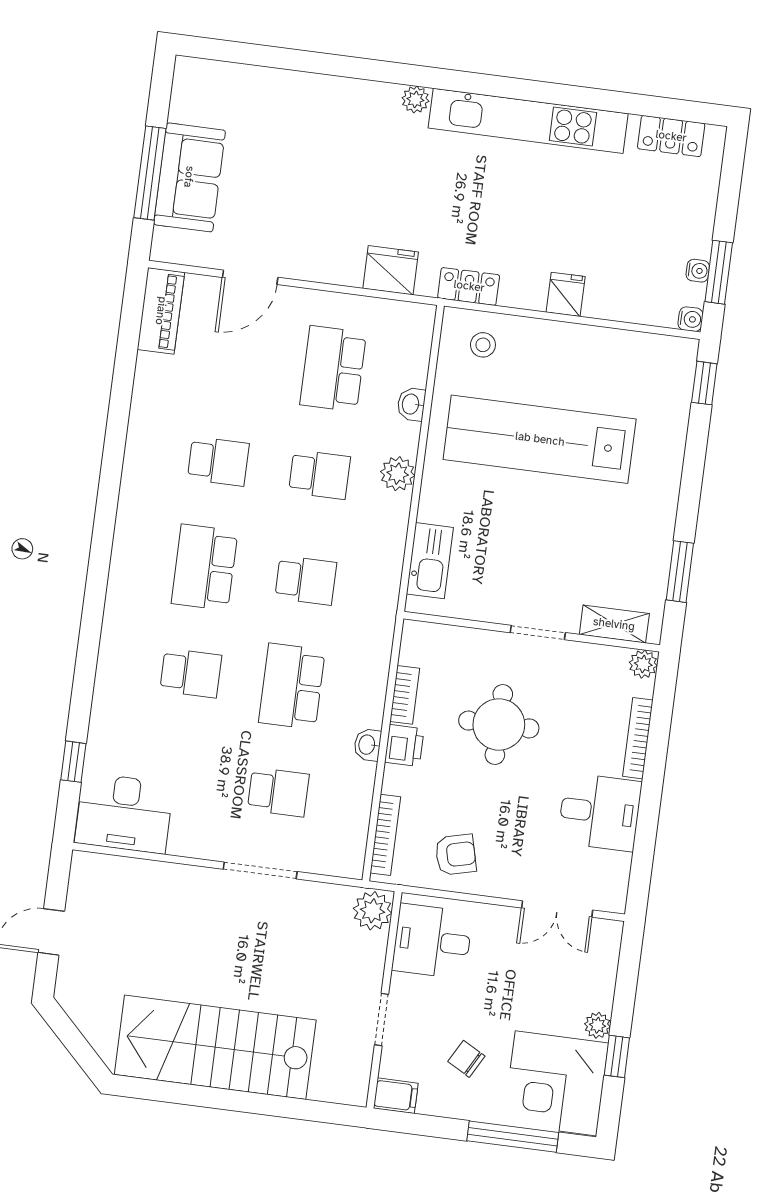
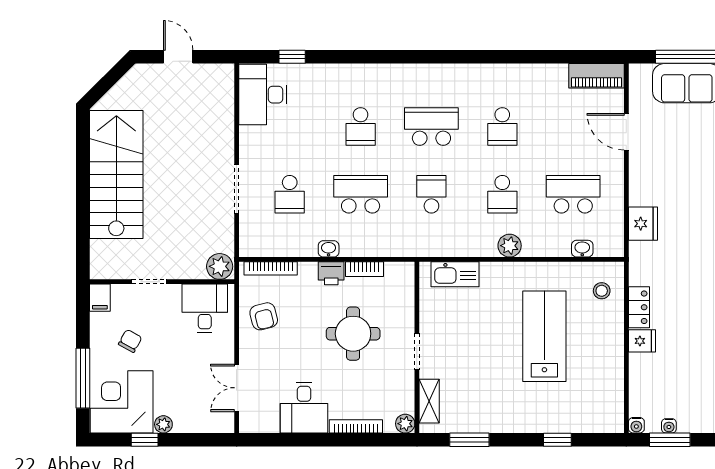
locker: (469, 286) -> (639, 307), moved
window: (704, 383) -> (557, 440), moved
washbasin: (411, 404) -> (582, 249), moved
lab bench: (540, 439) -> (544, 336), width x0.73
school desk: (306, 580) -> (431, 194), turned 180

